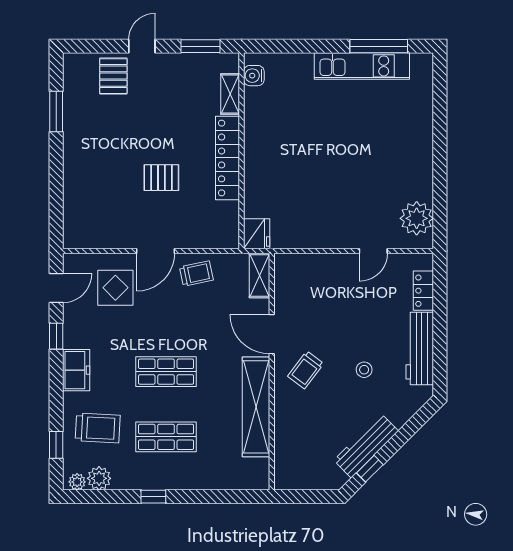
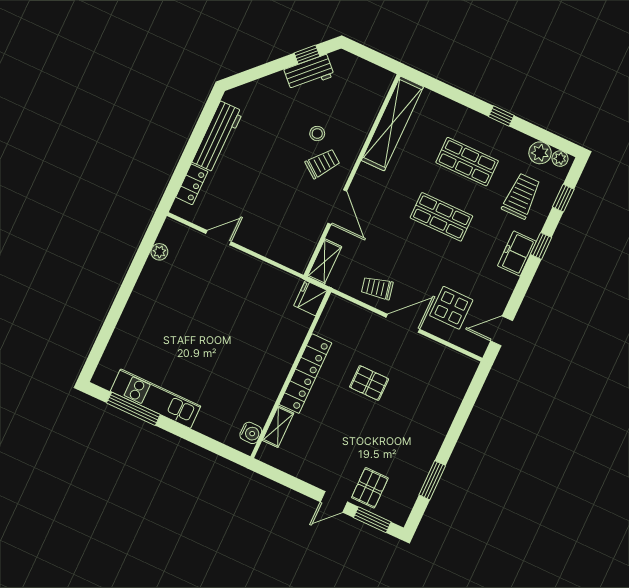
window: (201, 46) -> (372, 520), moved
plant: (417, 218) -> (159, 252), width x0.53, depth x0.53
window: (56, 336) -> (541, 246), moved
stool: (364, 370) -> (317, 133), moved
shelving: (256, 407) -> (392, 123), moved
trolley: (98, 428) -> (521, 196), turned 87
workbench: (366, 446) -> (309, 73), width x0.73

